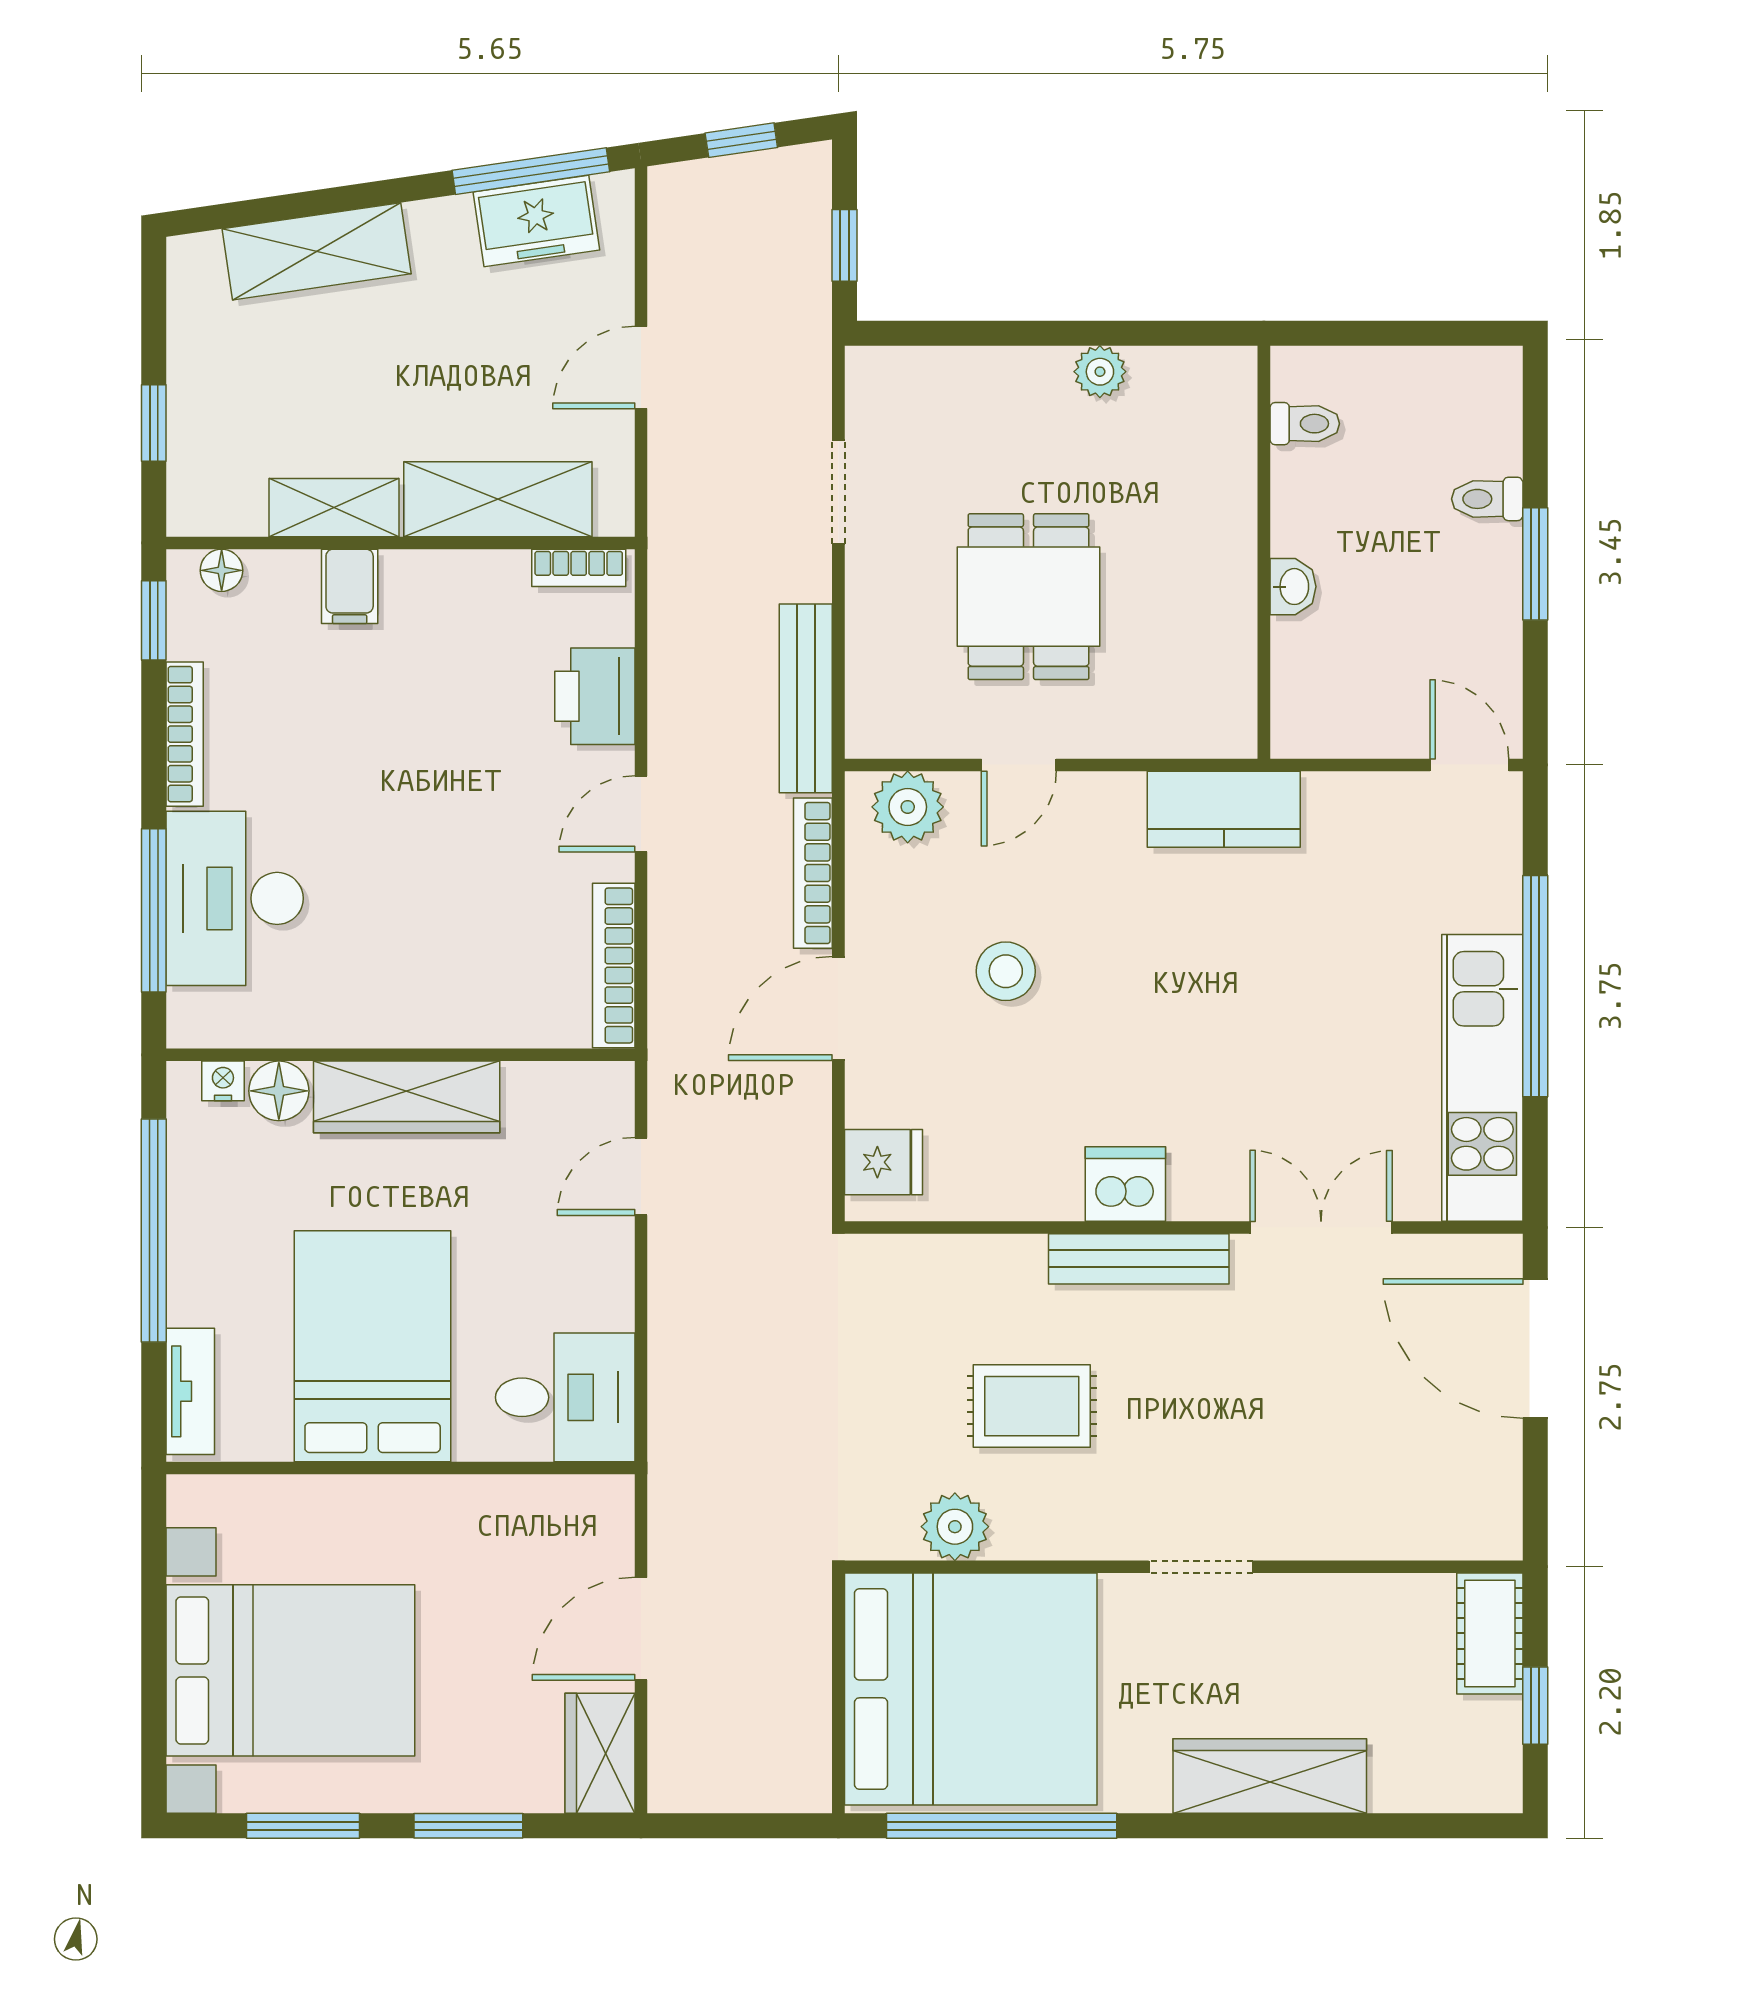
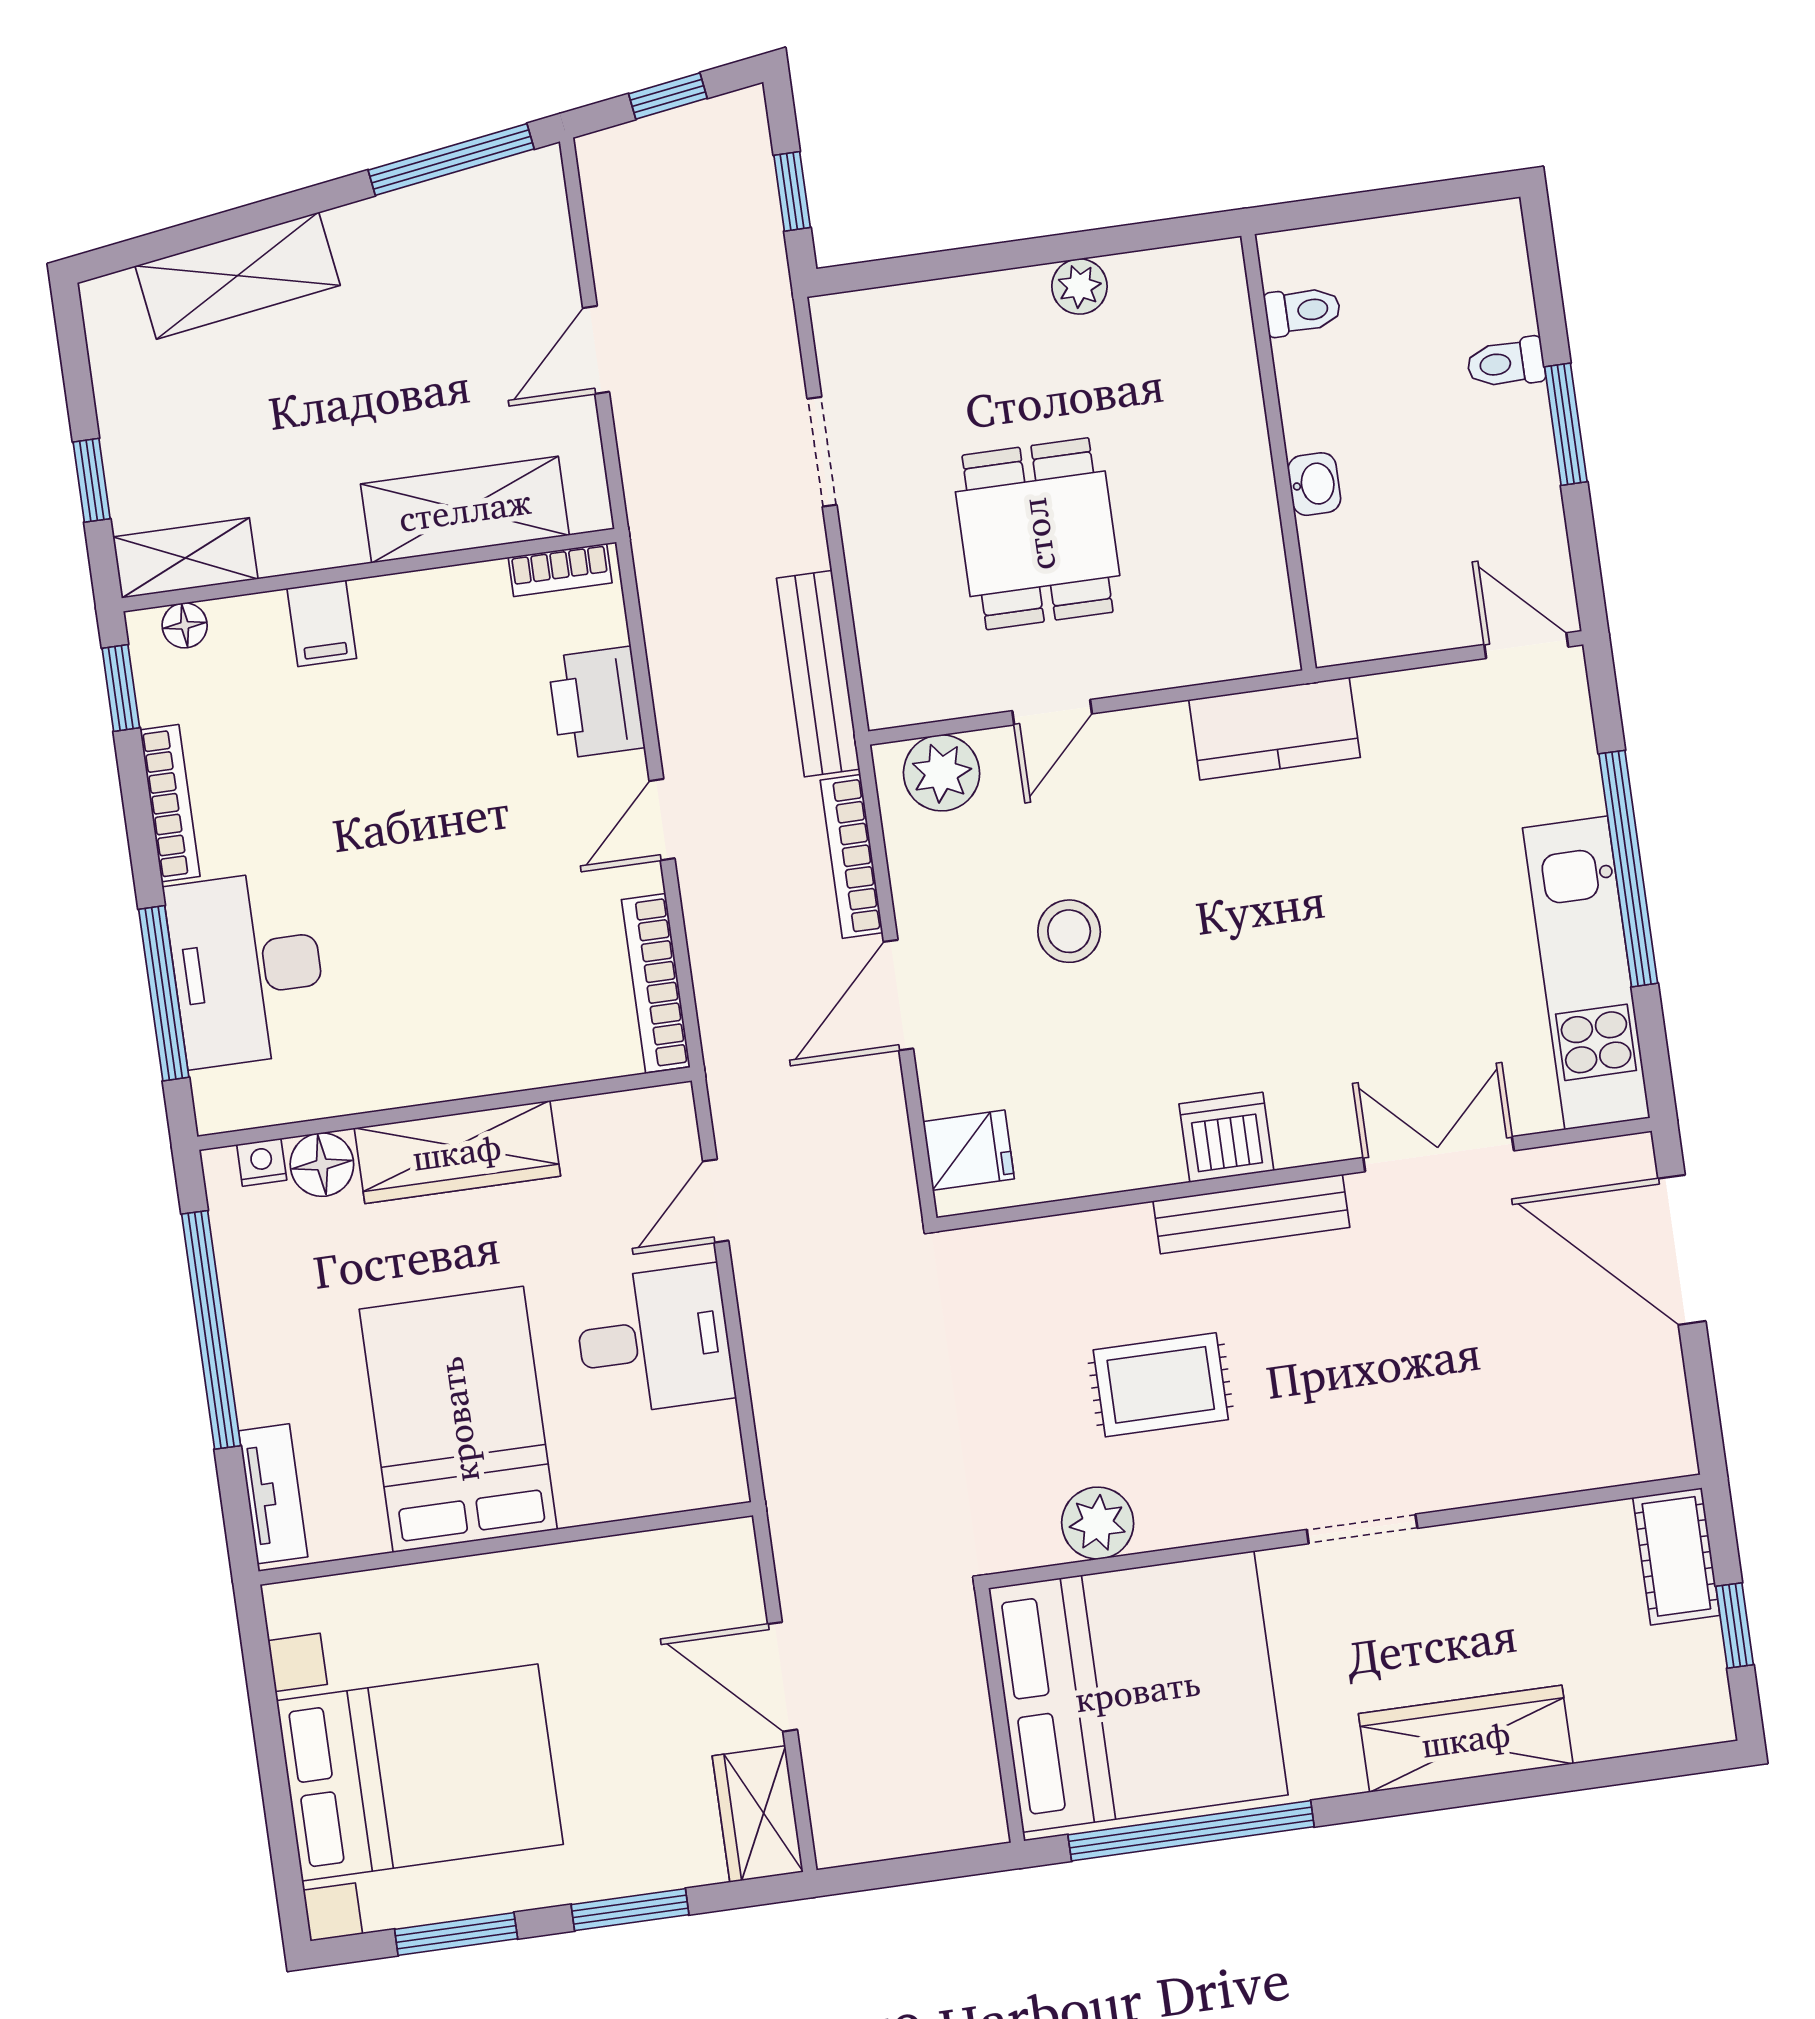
freezer: (536, 221) -> (464, 211), removed
shelving: (334, 508) -> (185, 558), moved
desk: (565, 1397) -> (654, 1340), moved
door: (641, 1629) -> (782, 1677), hinge flipped

